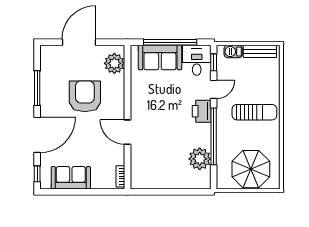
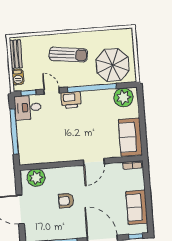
sofa: (160, 57) -> (130, 137), moved, turned 180
armchair: (85, 96) -> (66, 201), width x0.53, depth x0.53
sun lounger: (254, 112) -> (68, 55), turned 97
plant: (200, 159) -> (123, 97), moved
parasol: (251, 169) -> (113, 65), moved

